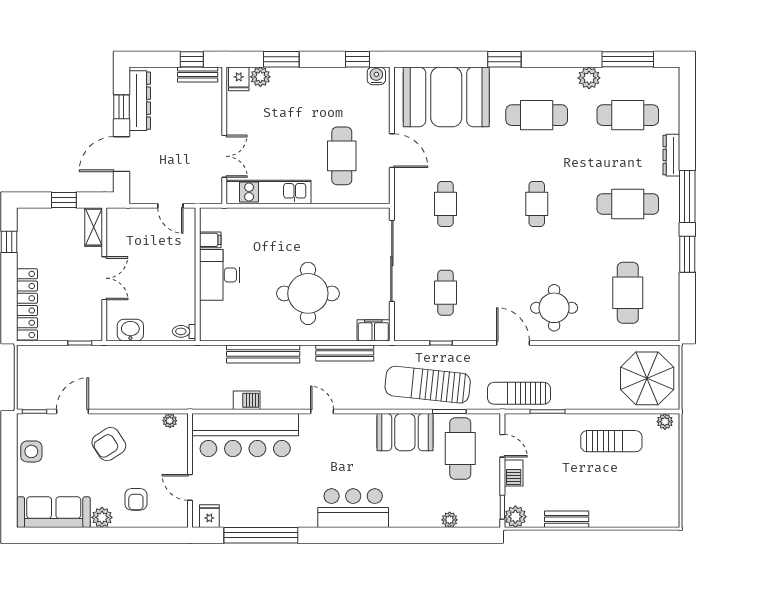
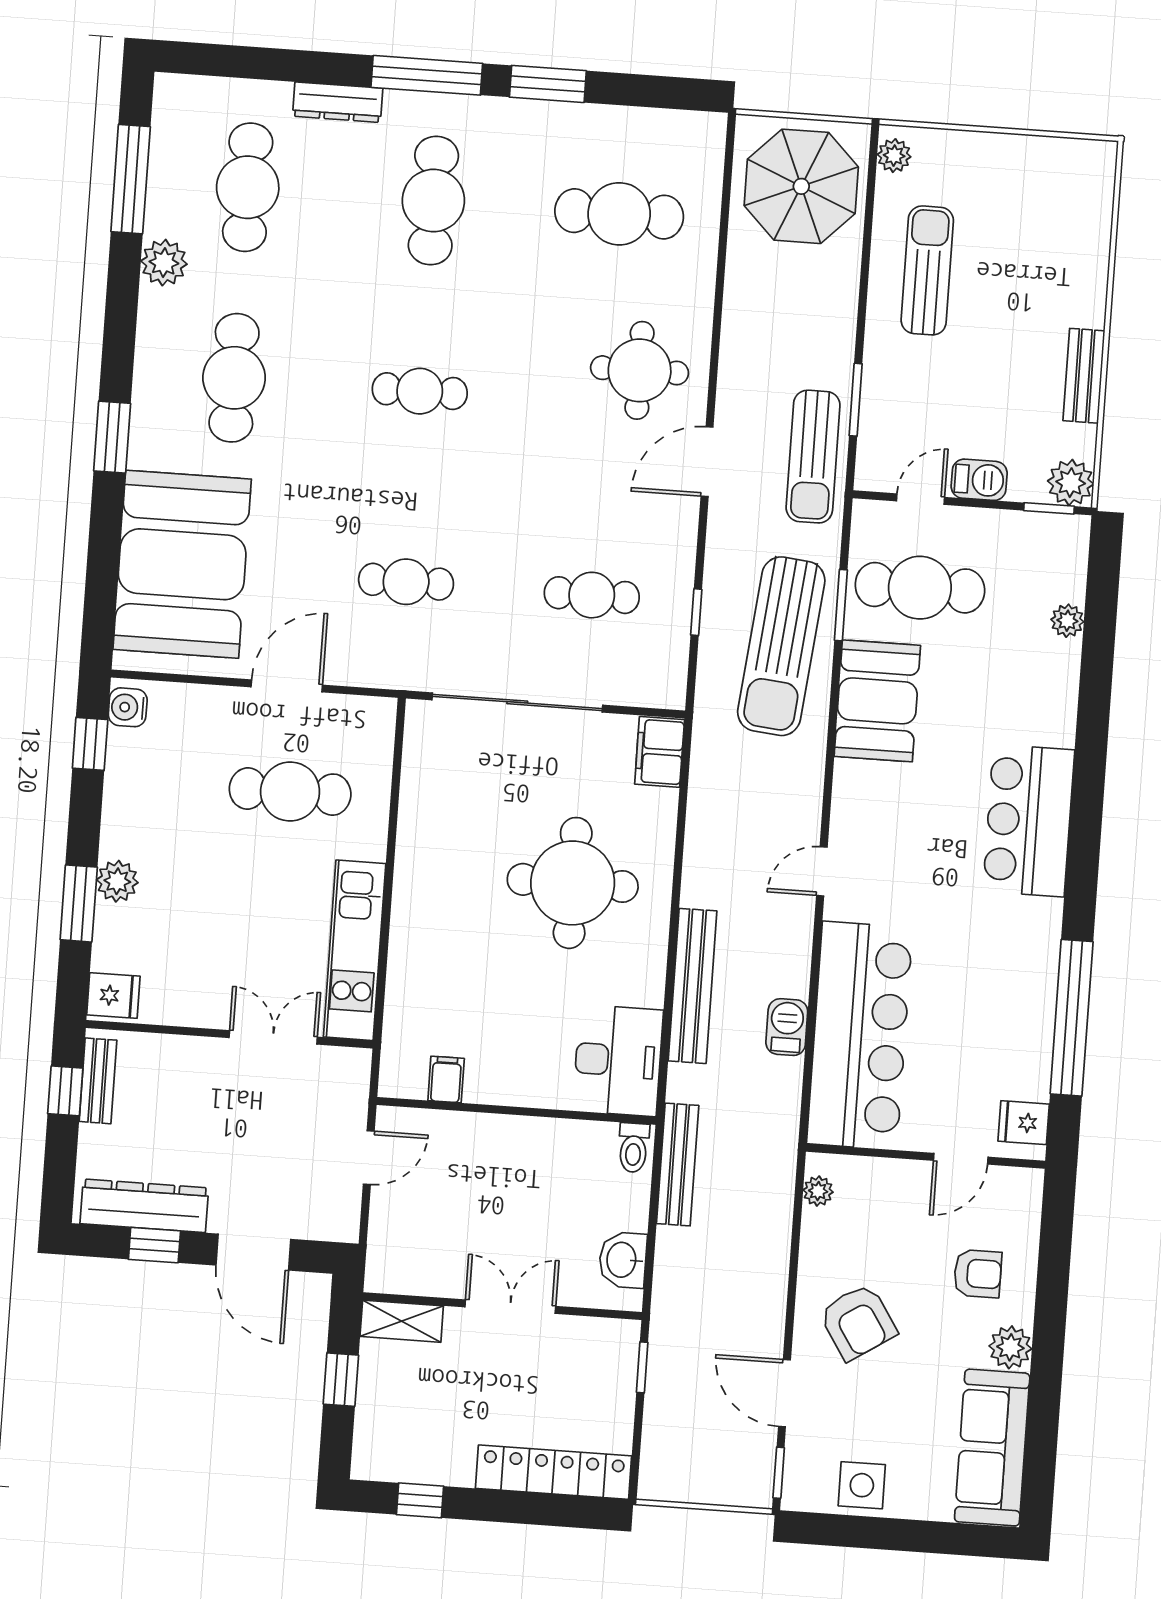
plant: (260, 77) -> (117, 881), moved
desk: (220, 275) -> (618, 1060), moved, turned -90
bench: (345, 353) -> (678, 1164), moved

